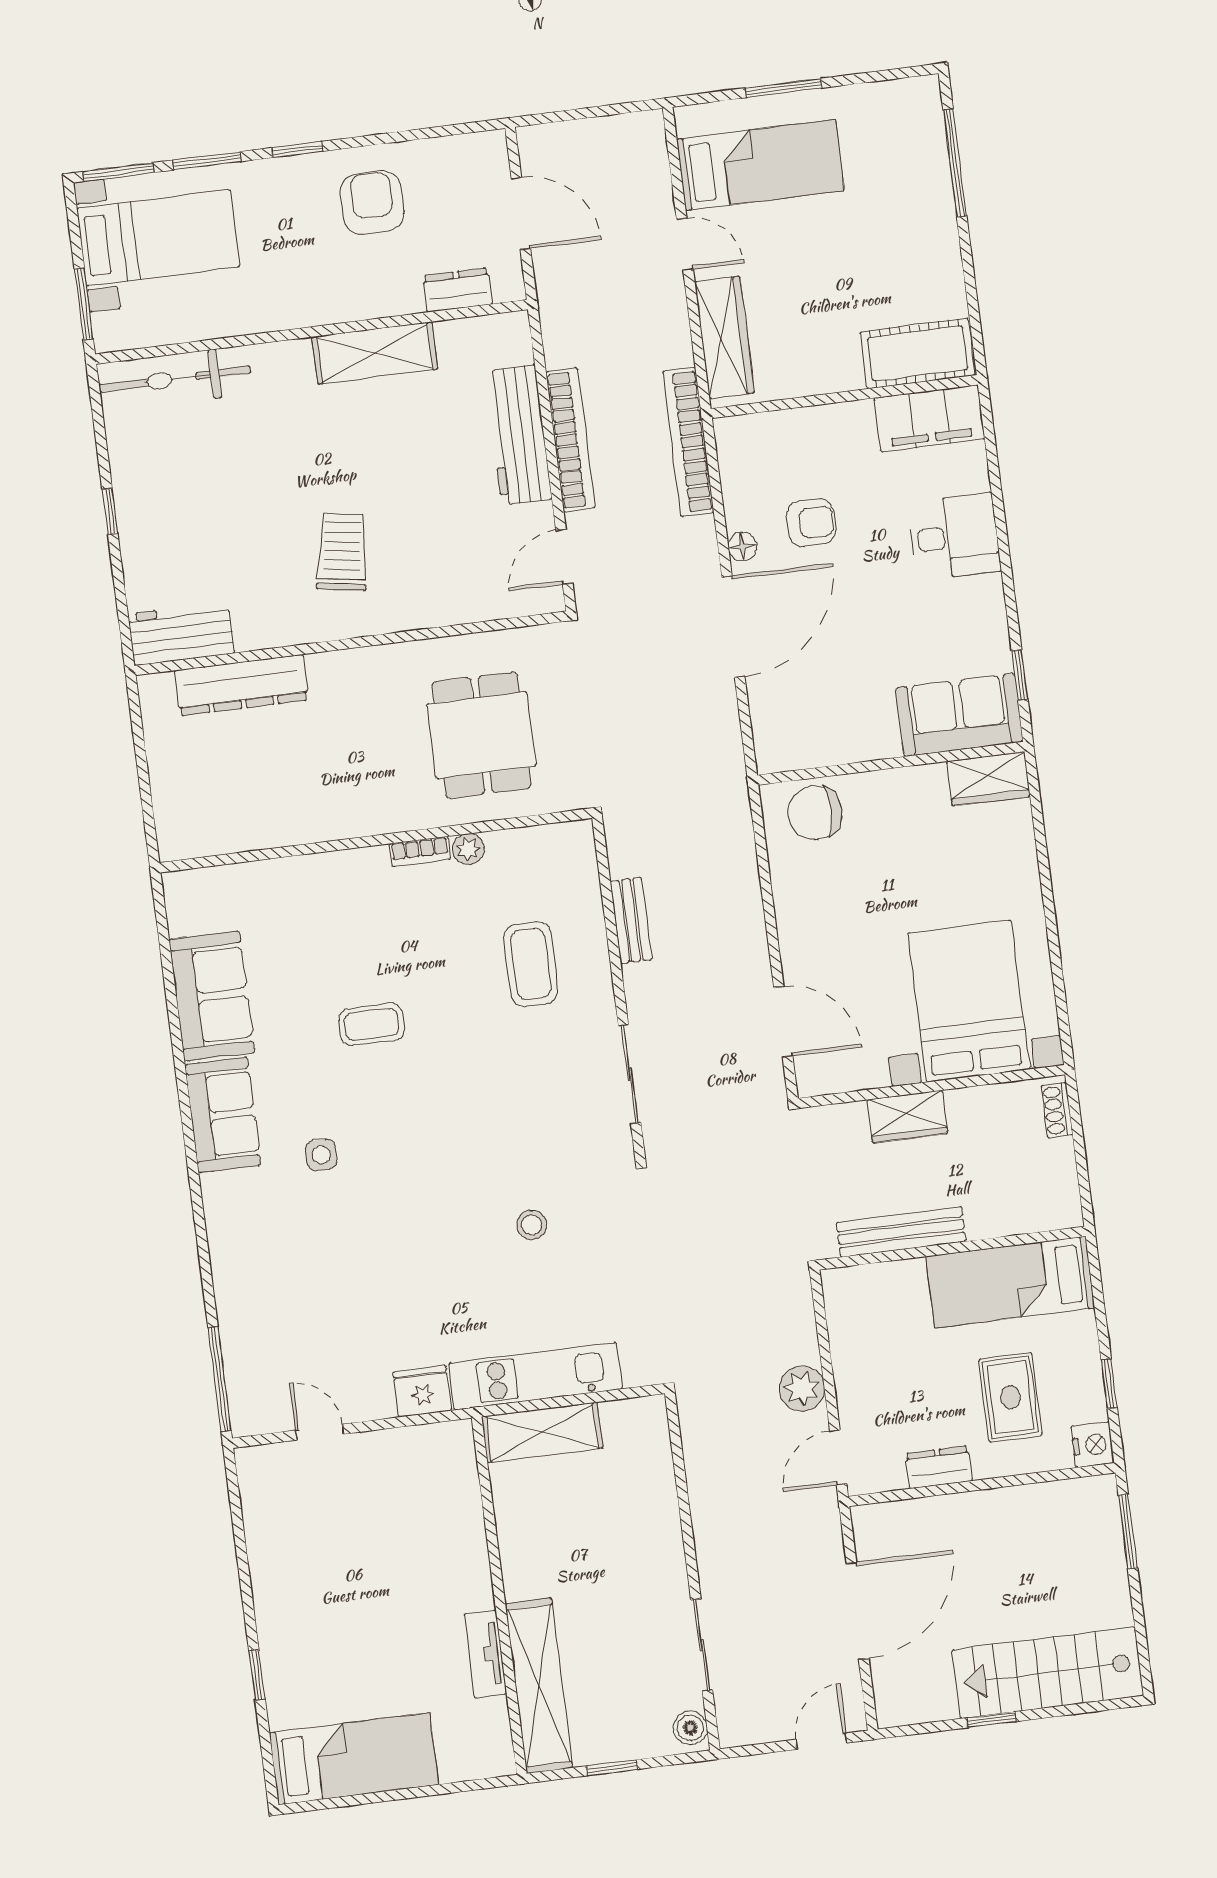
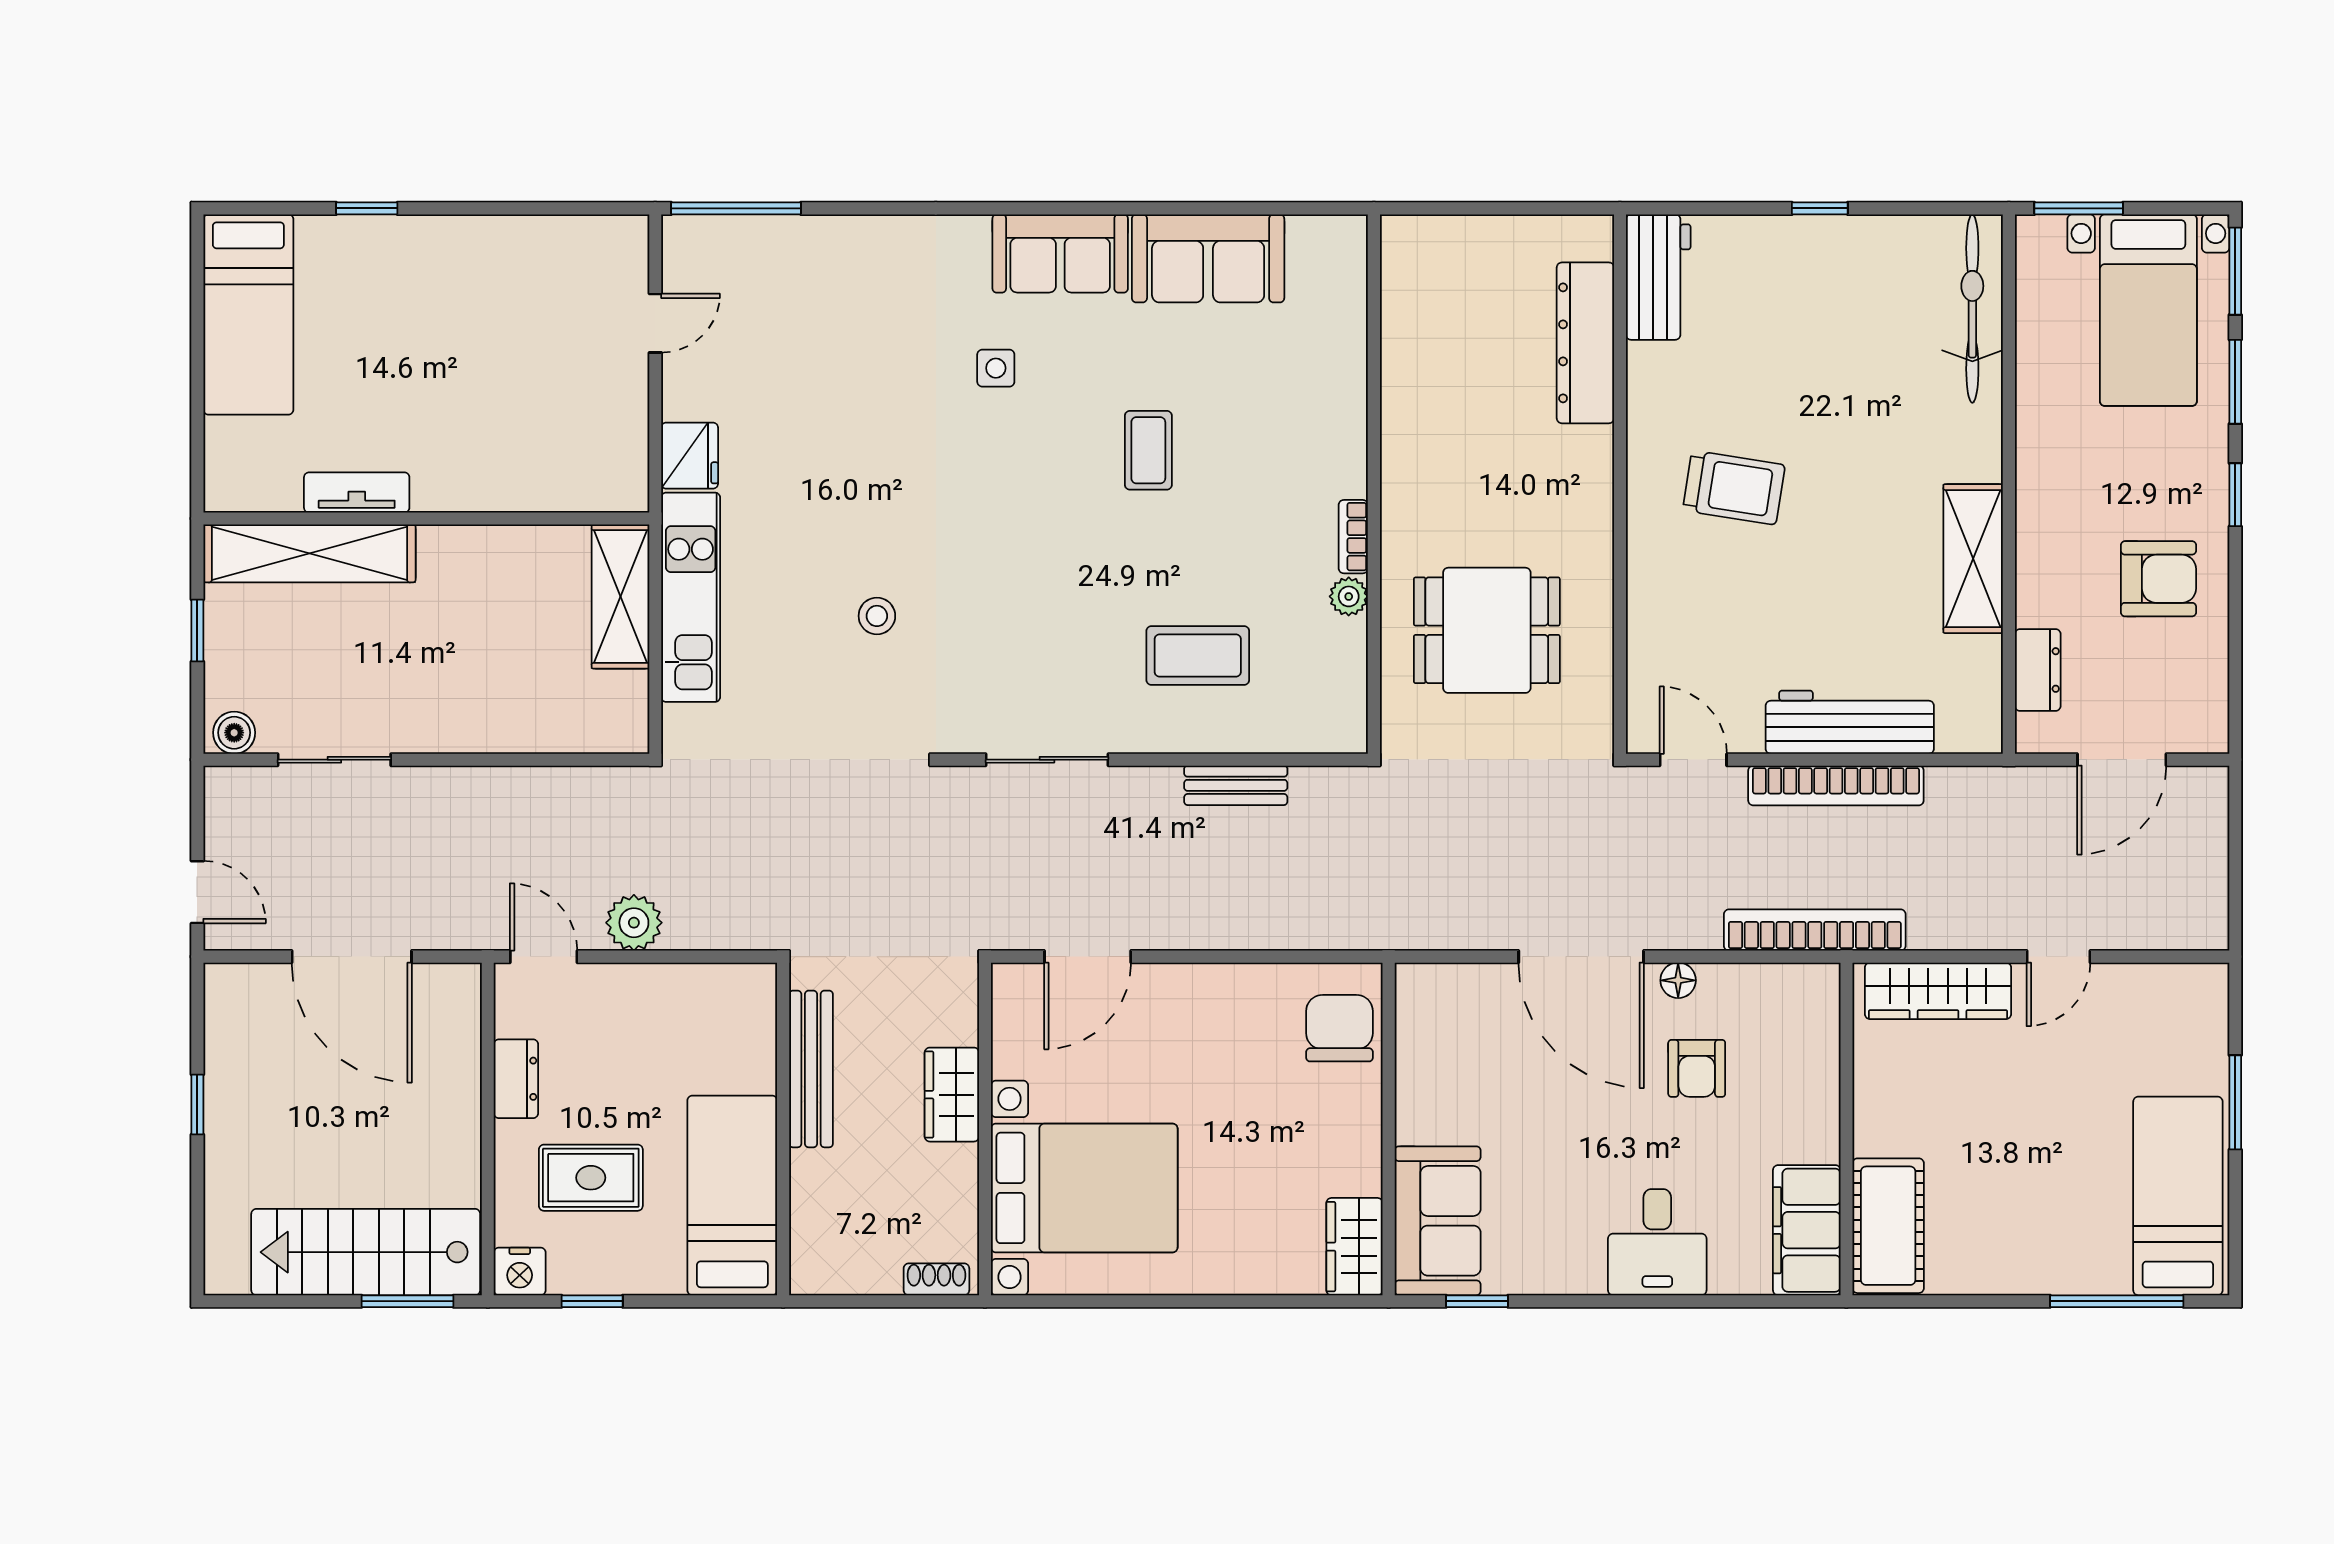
bed: (760, 165) -> (2178, 1196), moved, turned 180
stairs: (1048, 1673) -> (366, 1252), moved, turned -90

